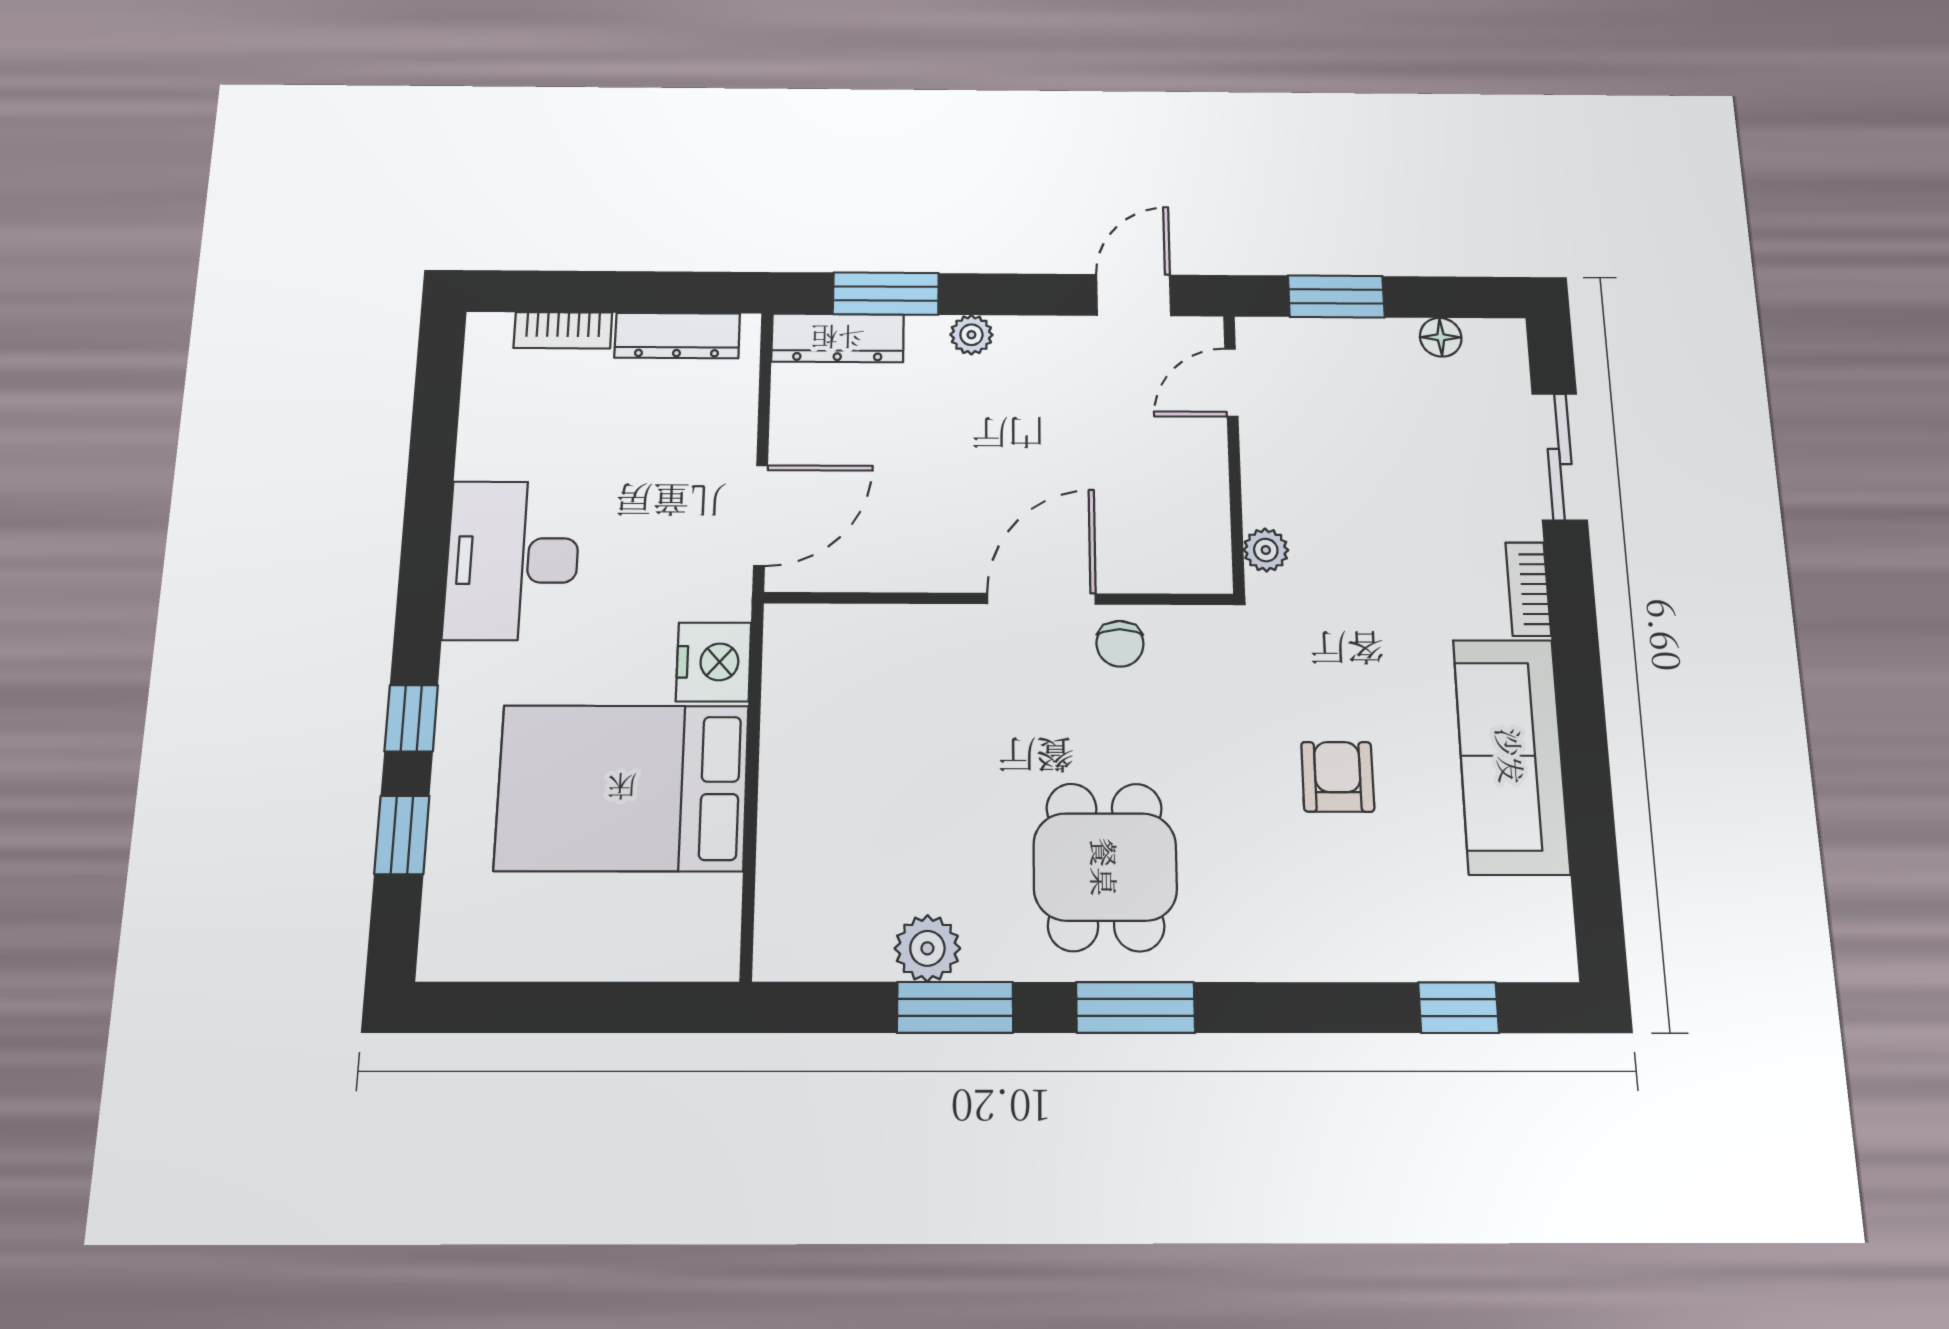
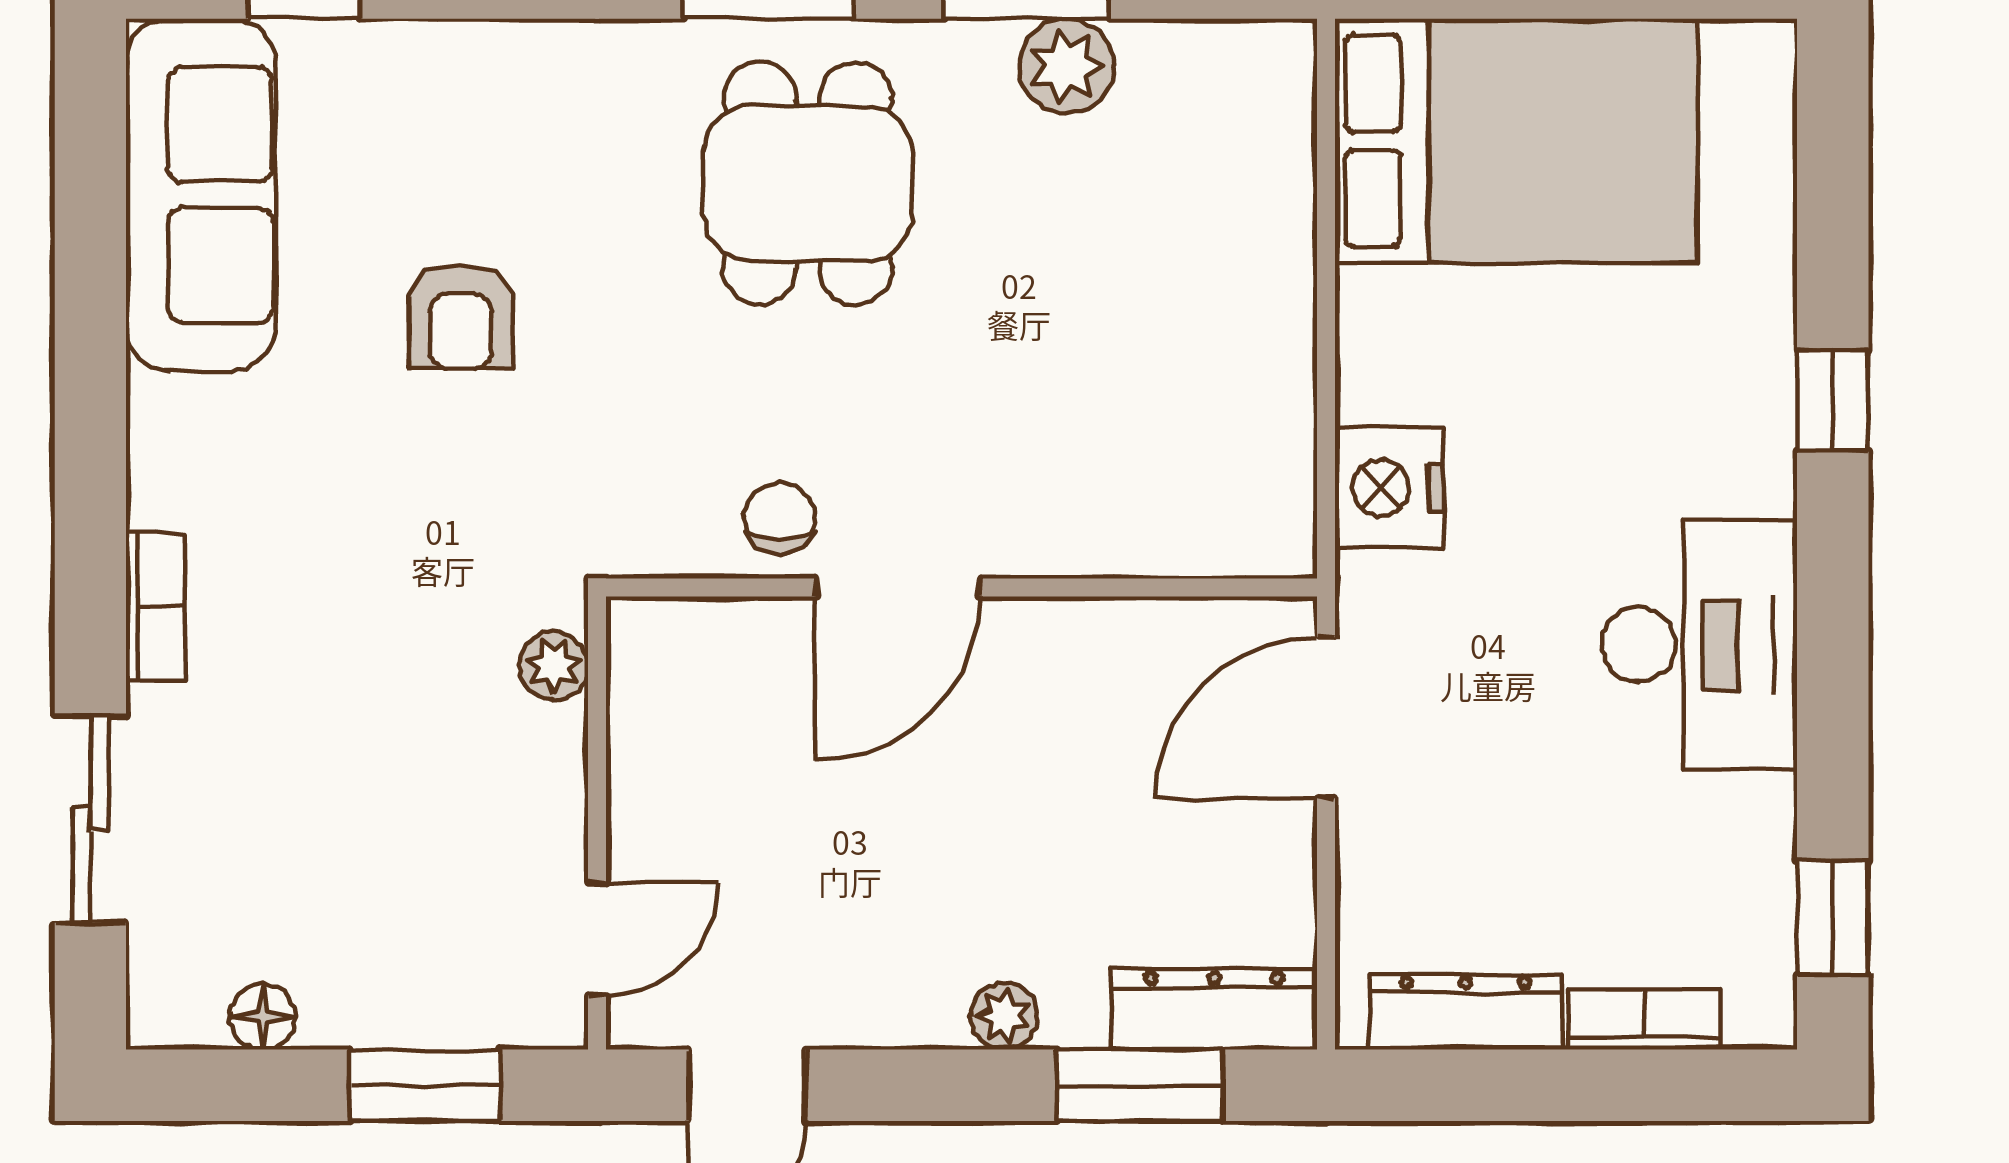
sofa: (1511, 756) -> (201, 195), moved
bed: (622, 788) -> (1516, 141), moved
window: (402, 835) -> (1833, 917), moved

